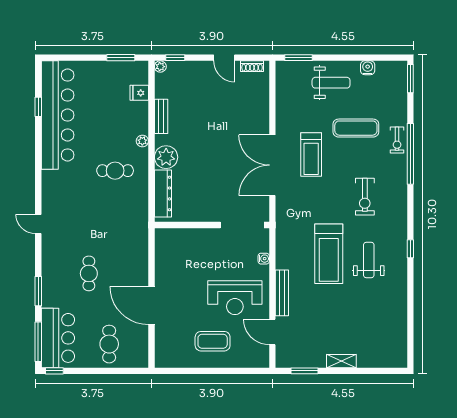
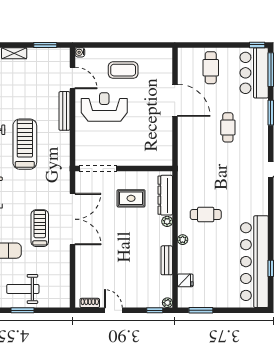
window: (299, 58) -> (22, 310), moved
plant: (166, 157) -> (167, 221), width x0.53, depth x0.53
rug: (203, 190) -> (131, 198), added
water cooler: (264, 259) -> (80, 52), moved

